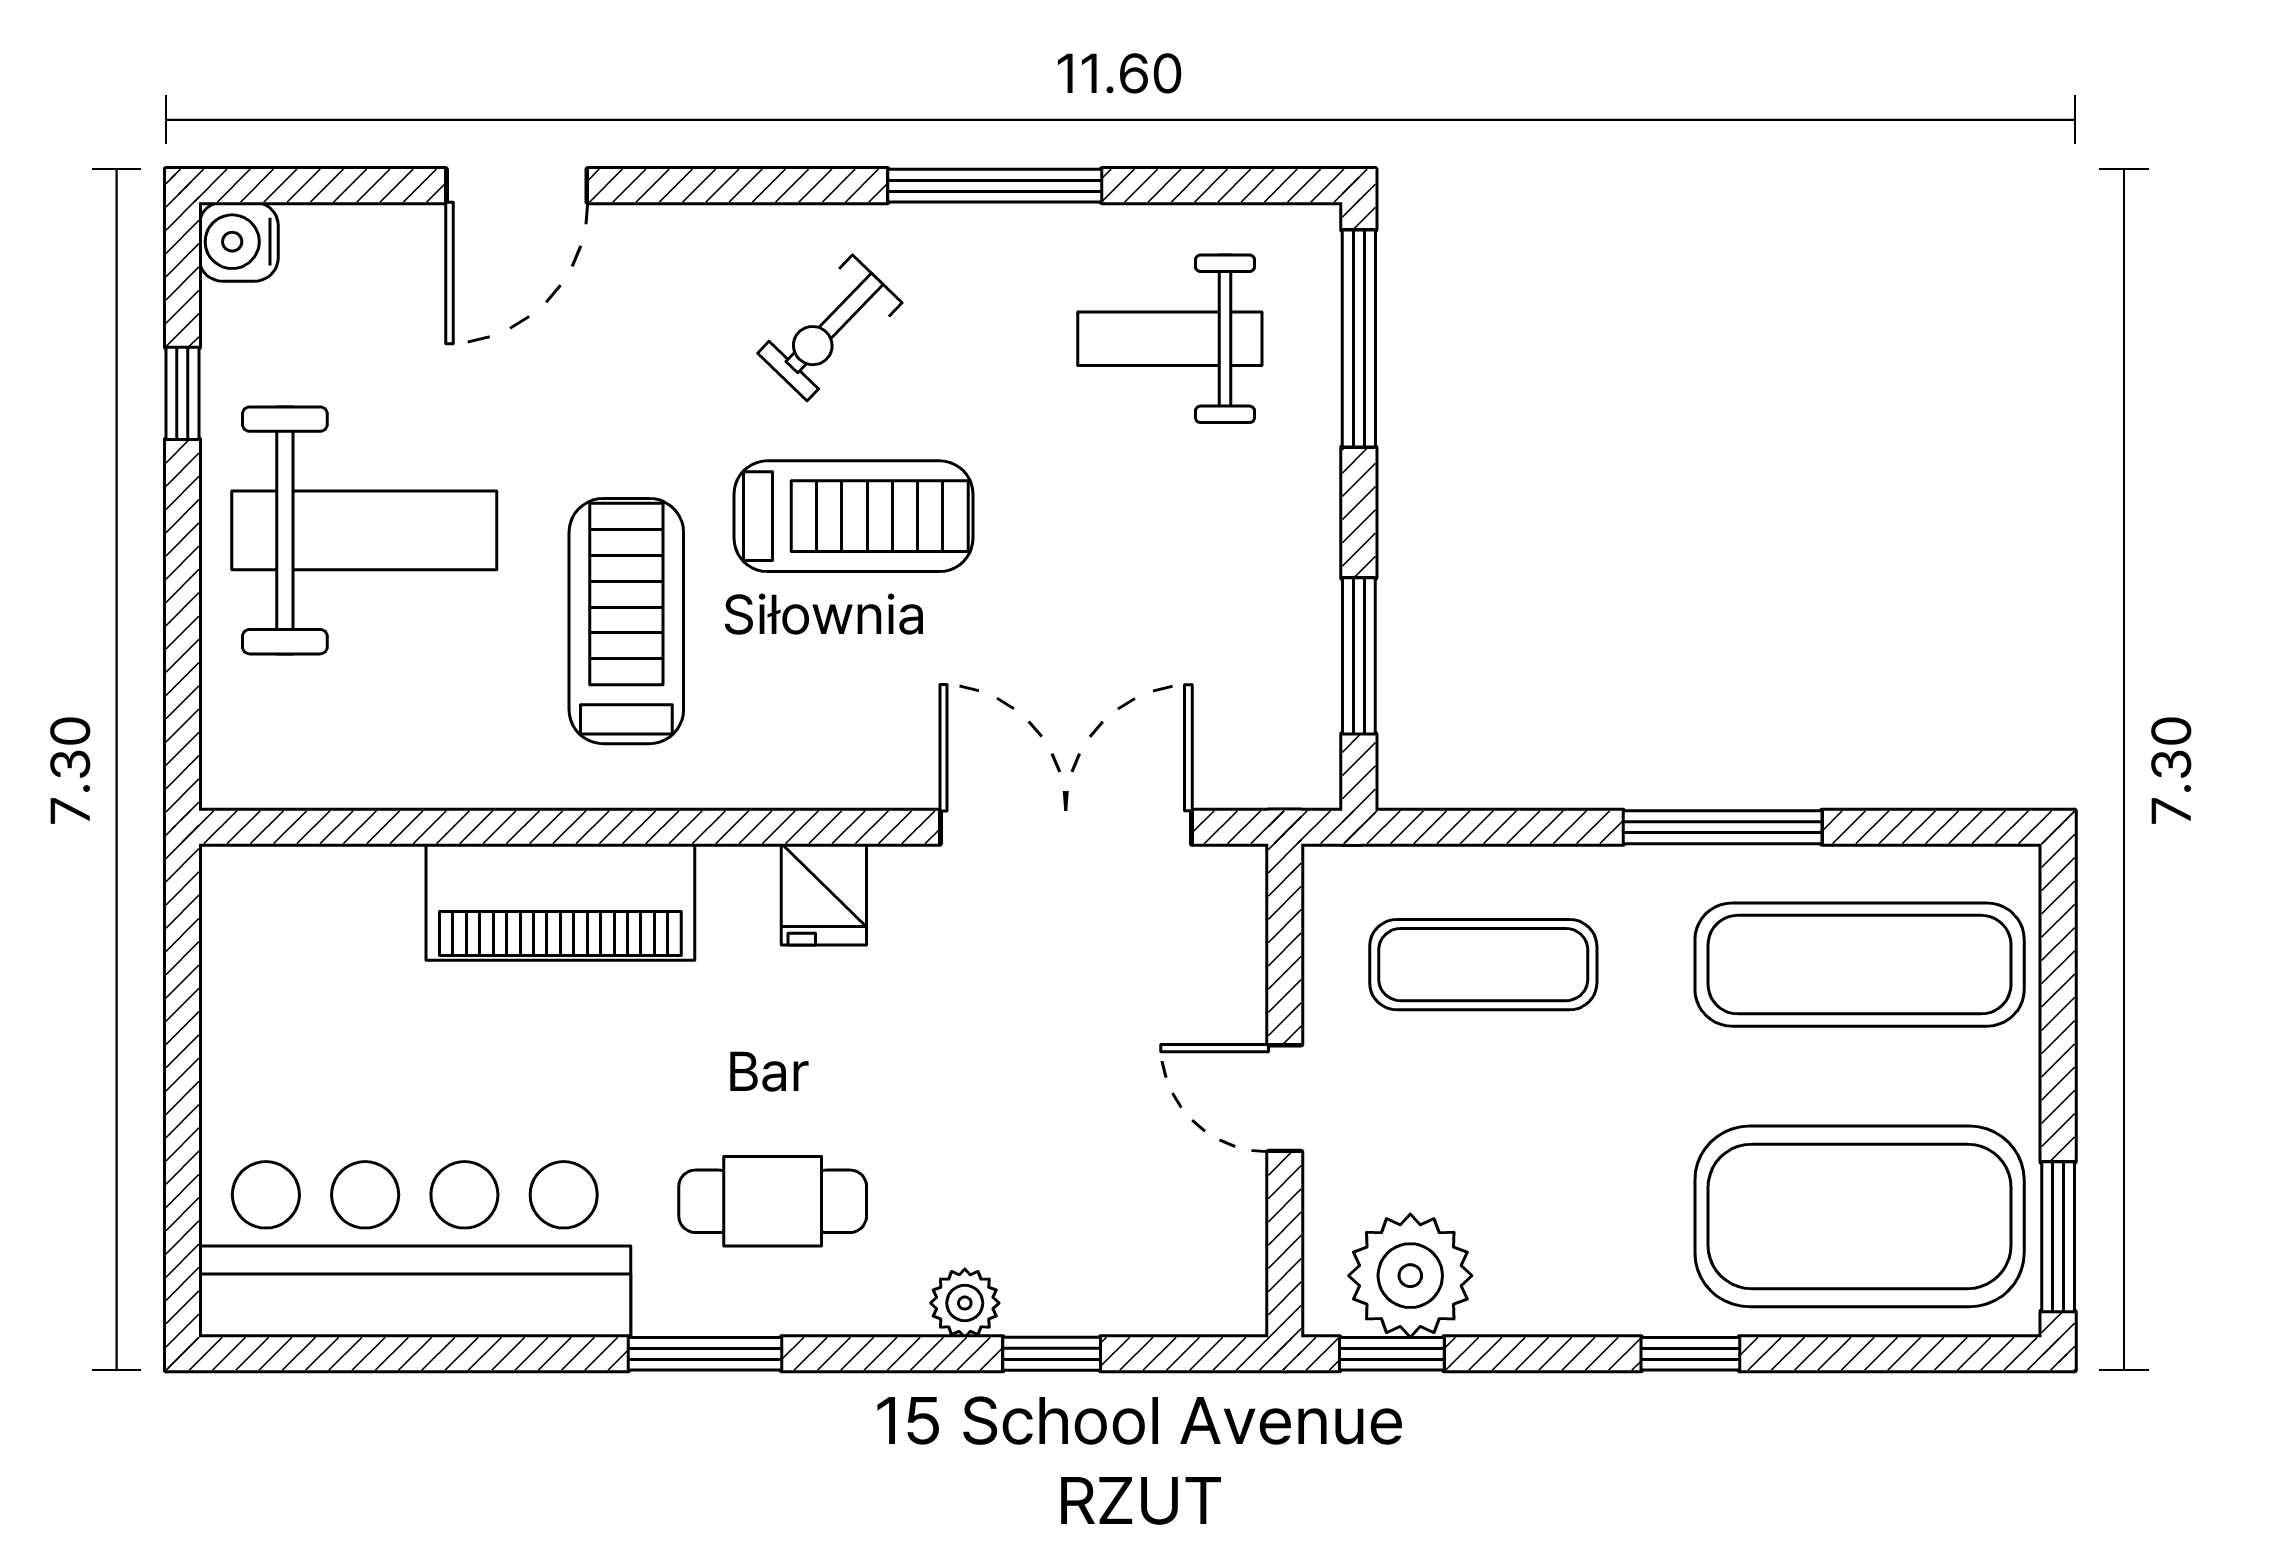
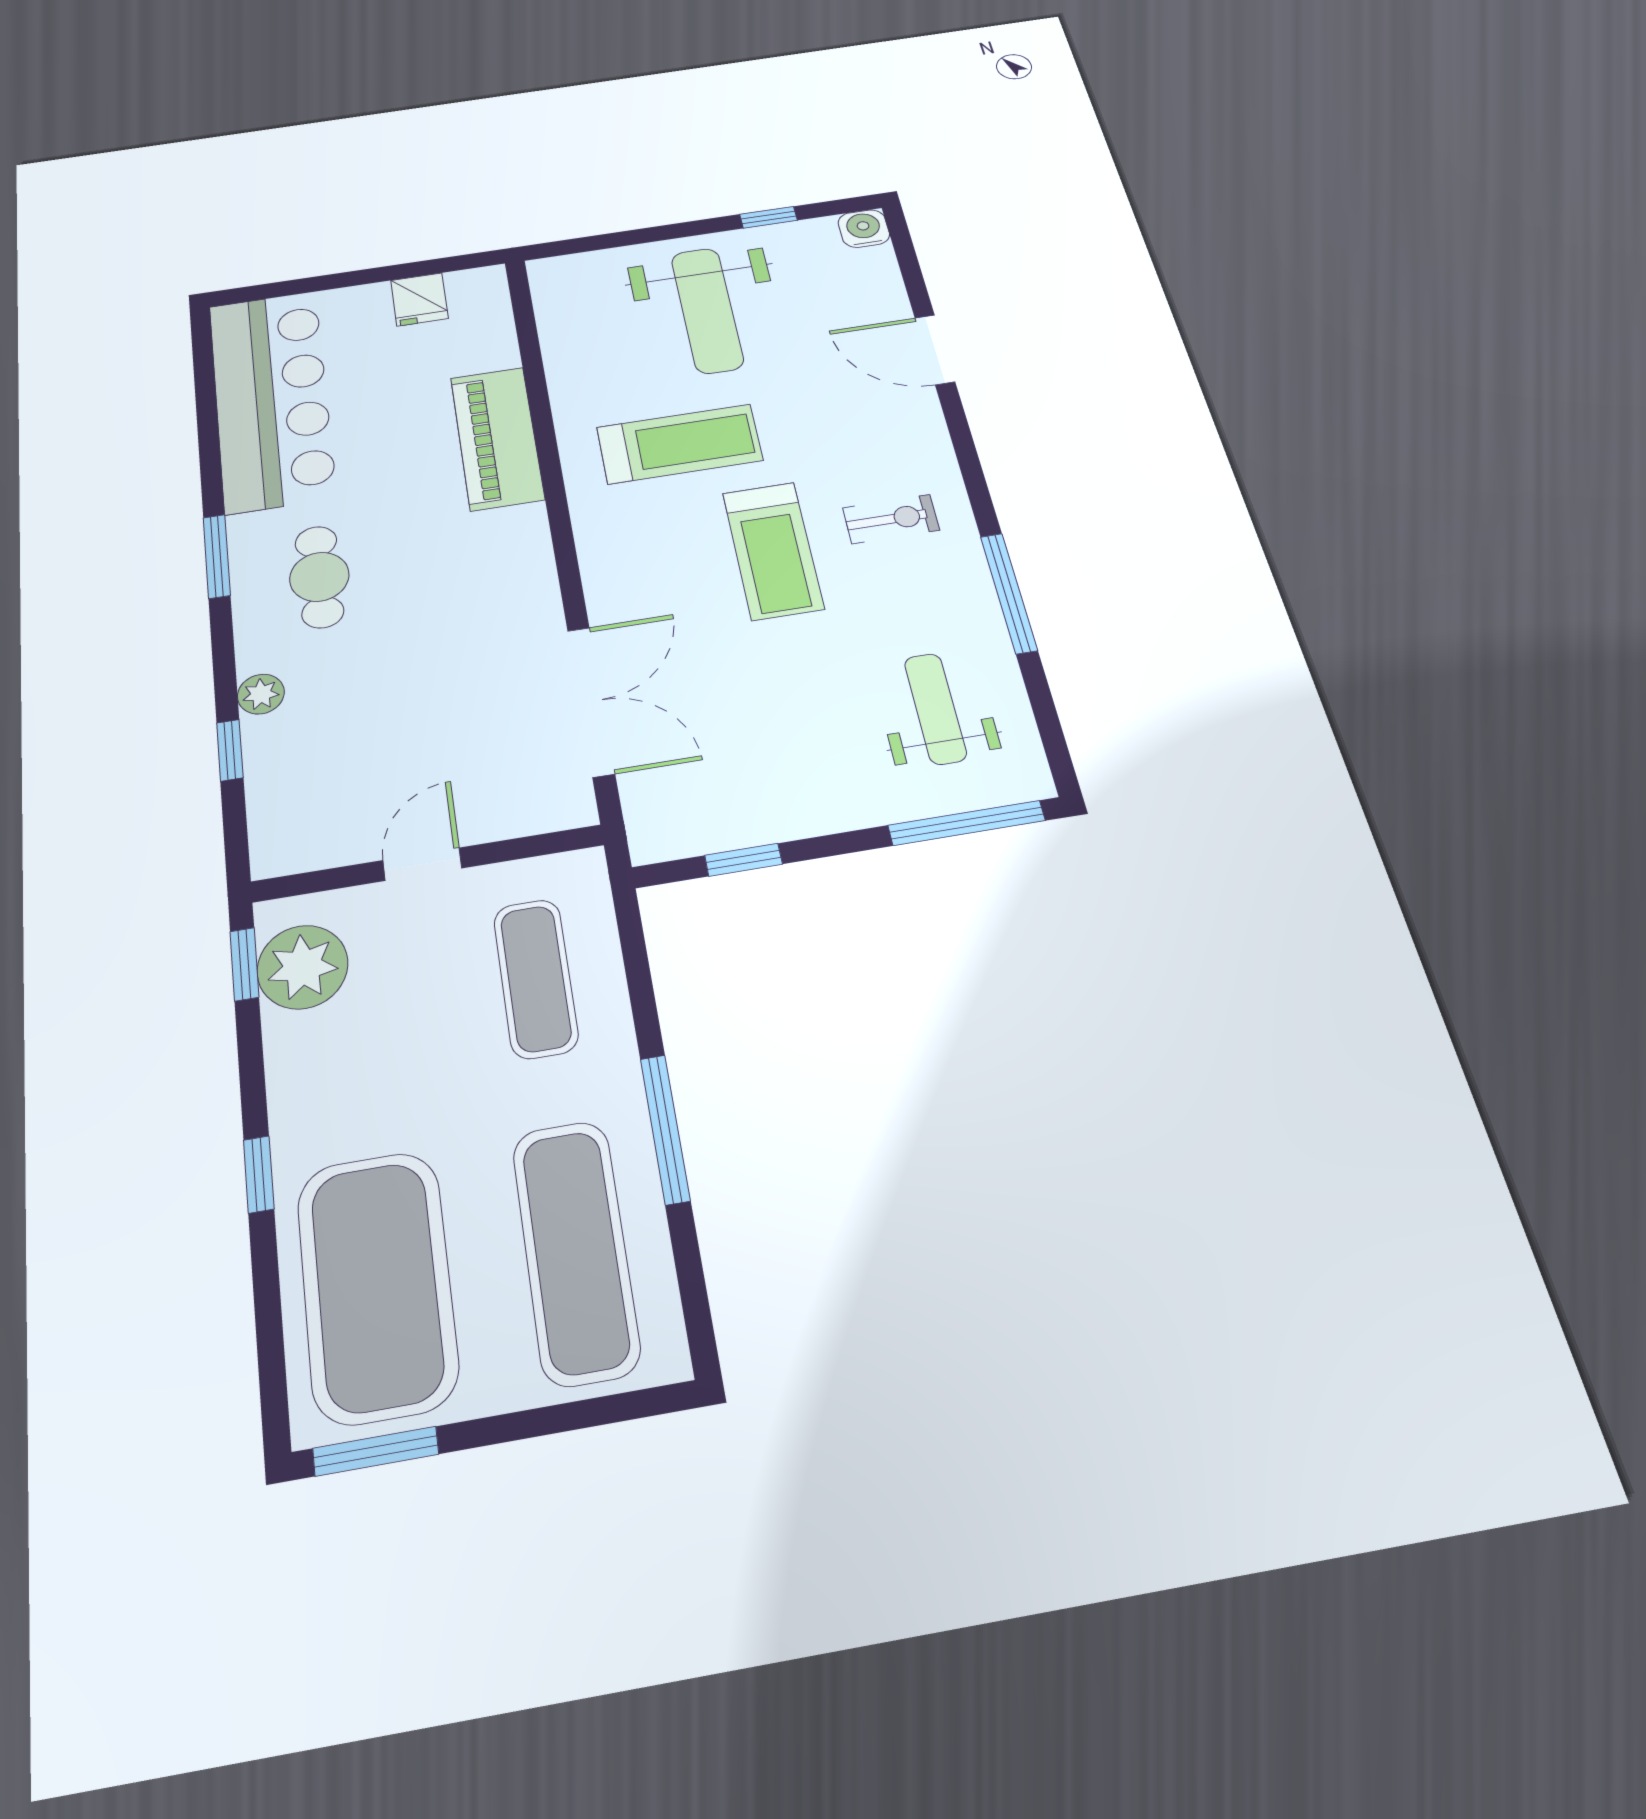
exercise bike: (830, 328) -> (891, 519), turned 136
window: (1359, 656) -> (744, 860), width x0.67
fridge: (824, 894) -> (419, 299), moved, turned -90

